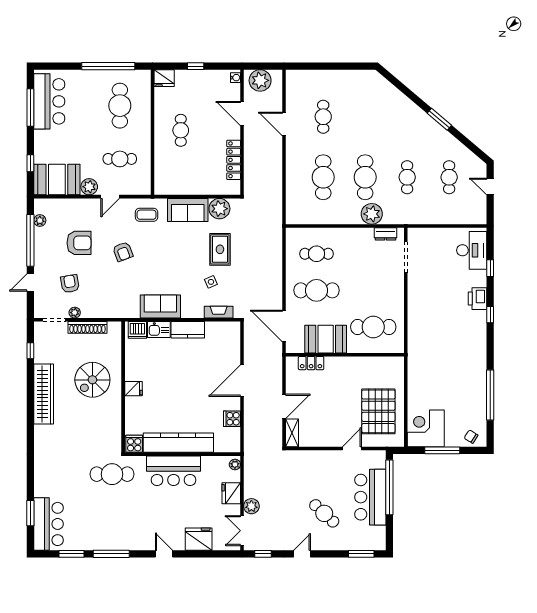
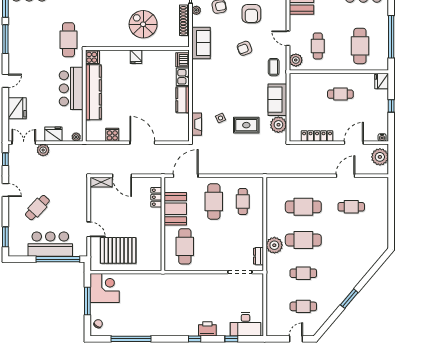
cafe table: (120, 106) -> (360, 46), turned 90
plant: (89, 187) -> (296, 60), moved
sofa: (160, 307) -> (201, 43), moved

